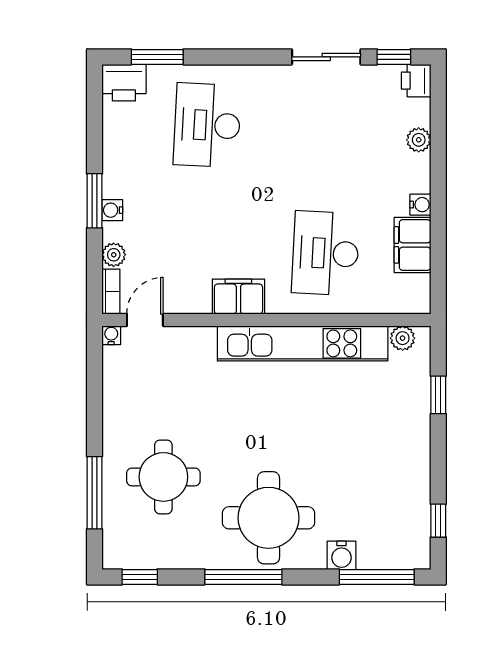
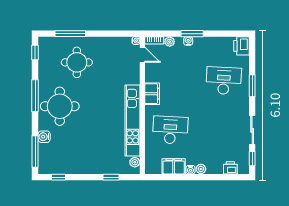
window: (157, 57) -> (252, 86), moved
printer: (416, 81) -> (230, 168), moved
plant: (419, 140) -> (201, 169), moved

